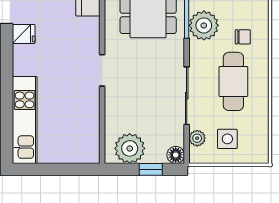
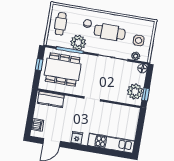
fridge: (24, 34) -> (77, 138), moved
window: (151, 169) -> (146, 94), moved

